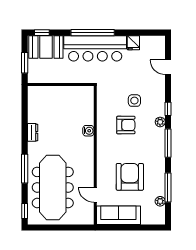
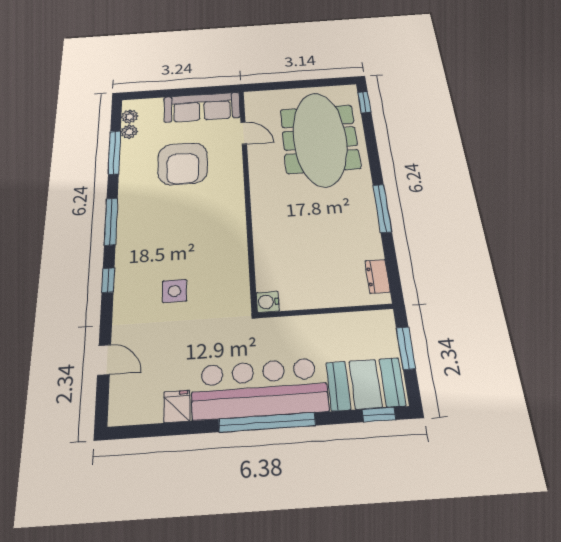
plant: (160, 122) -> (130, 117), moved
armchair: (126, 125) -> (191, 246), removed
water cooler: (88, 131) -> (268, 302), moved
dresser: (33, 132) -> (378, 276), moved
window: (25, 169) -> (382, 208), moved

